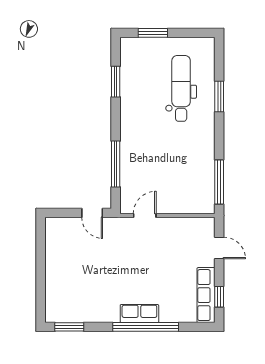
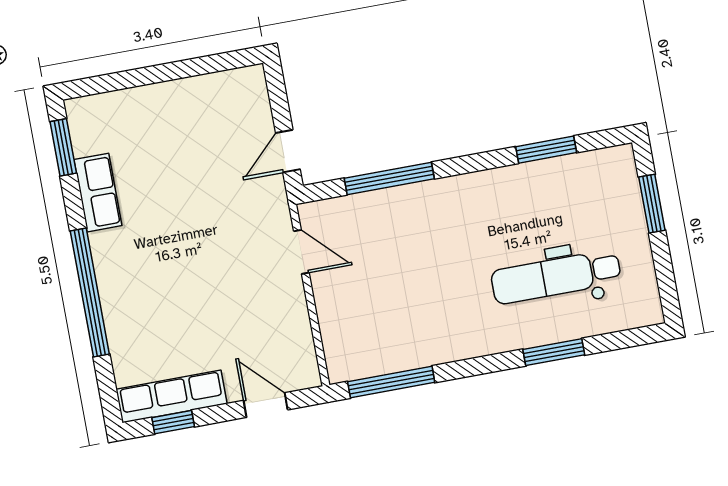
dental chair: (181, 88) -> (556, 277), turned 180
door: (219, 248) -> (266, 405), swing flipped
row of seats: (139, 314) -> (98, 193), moved

